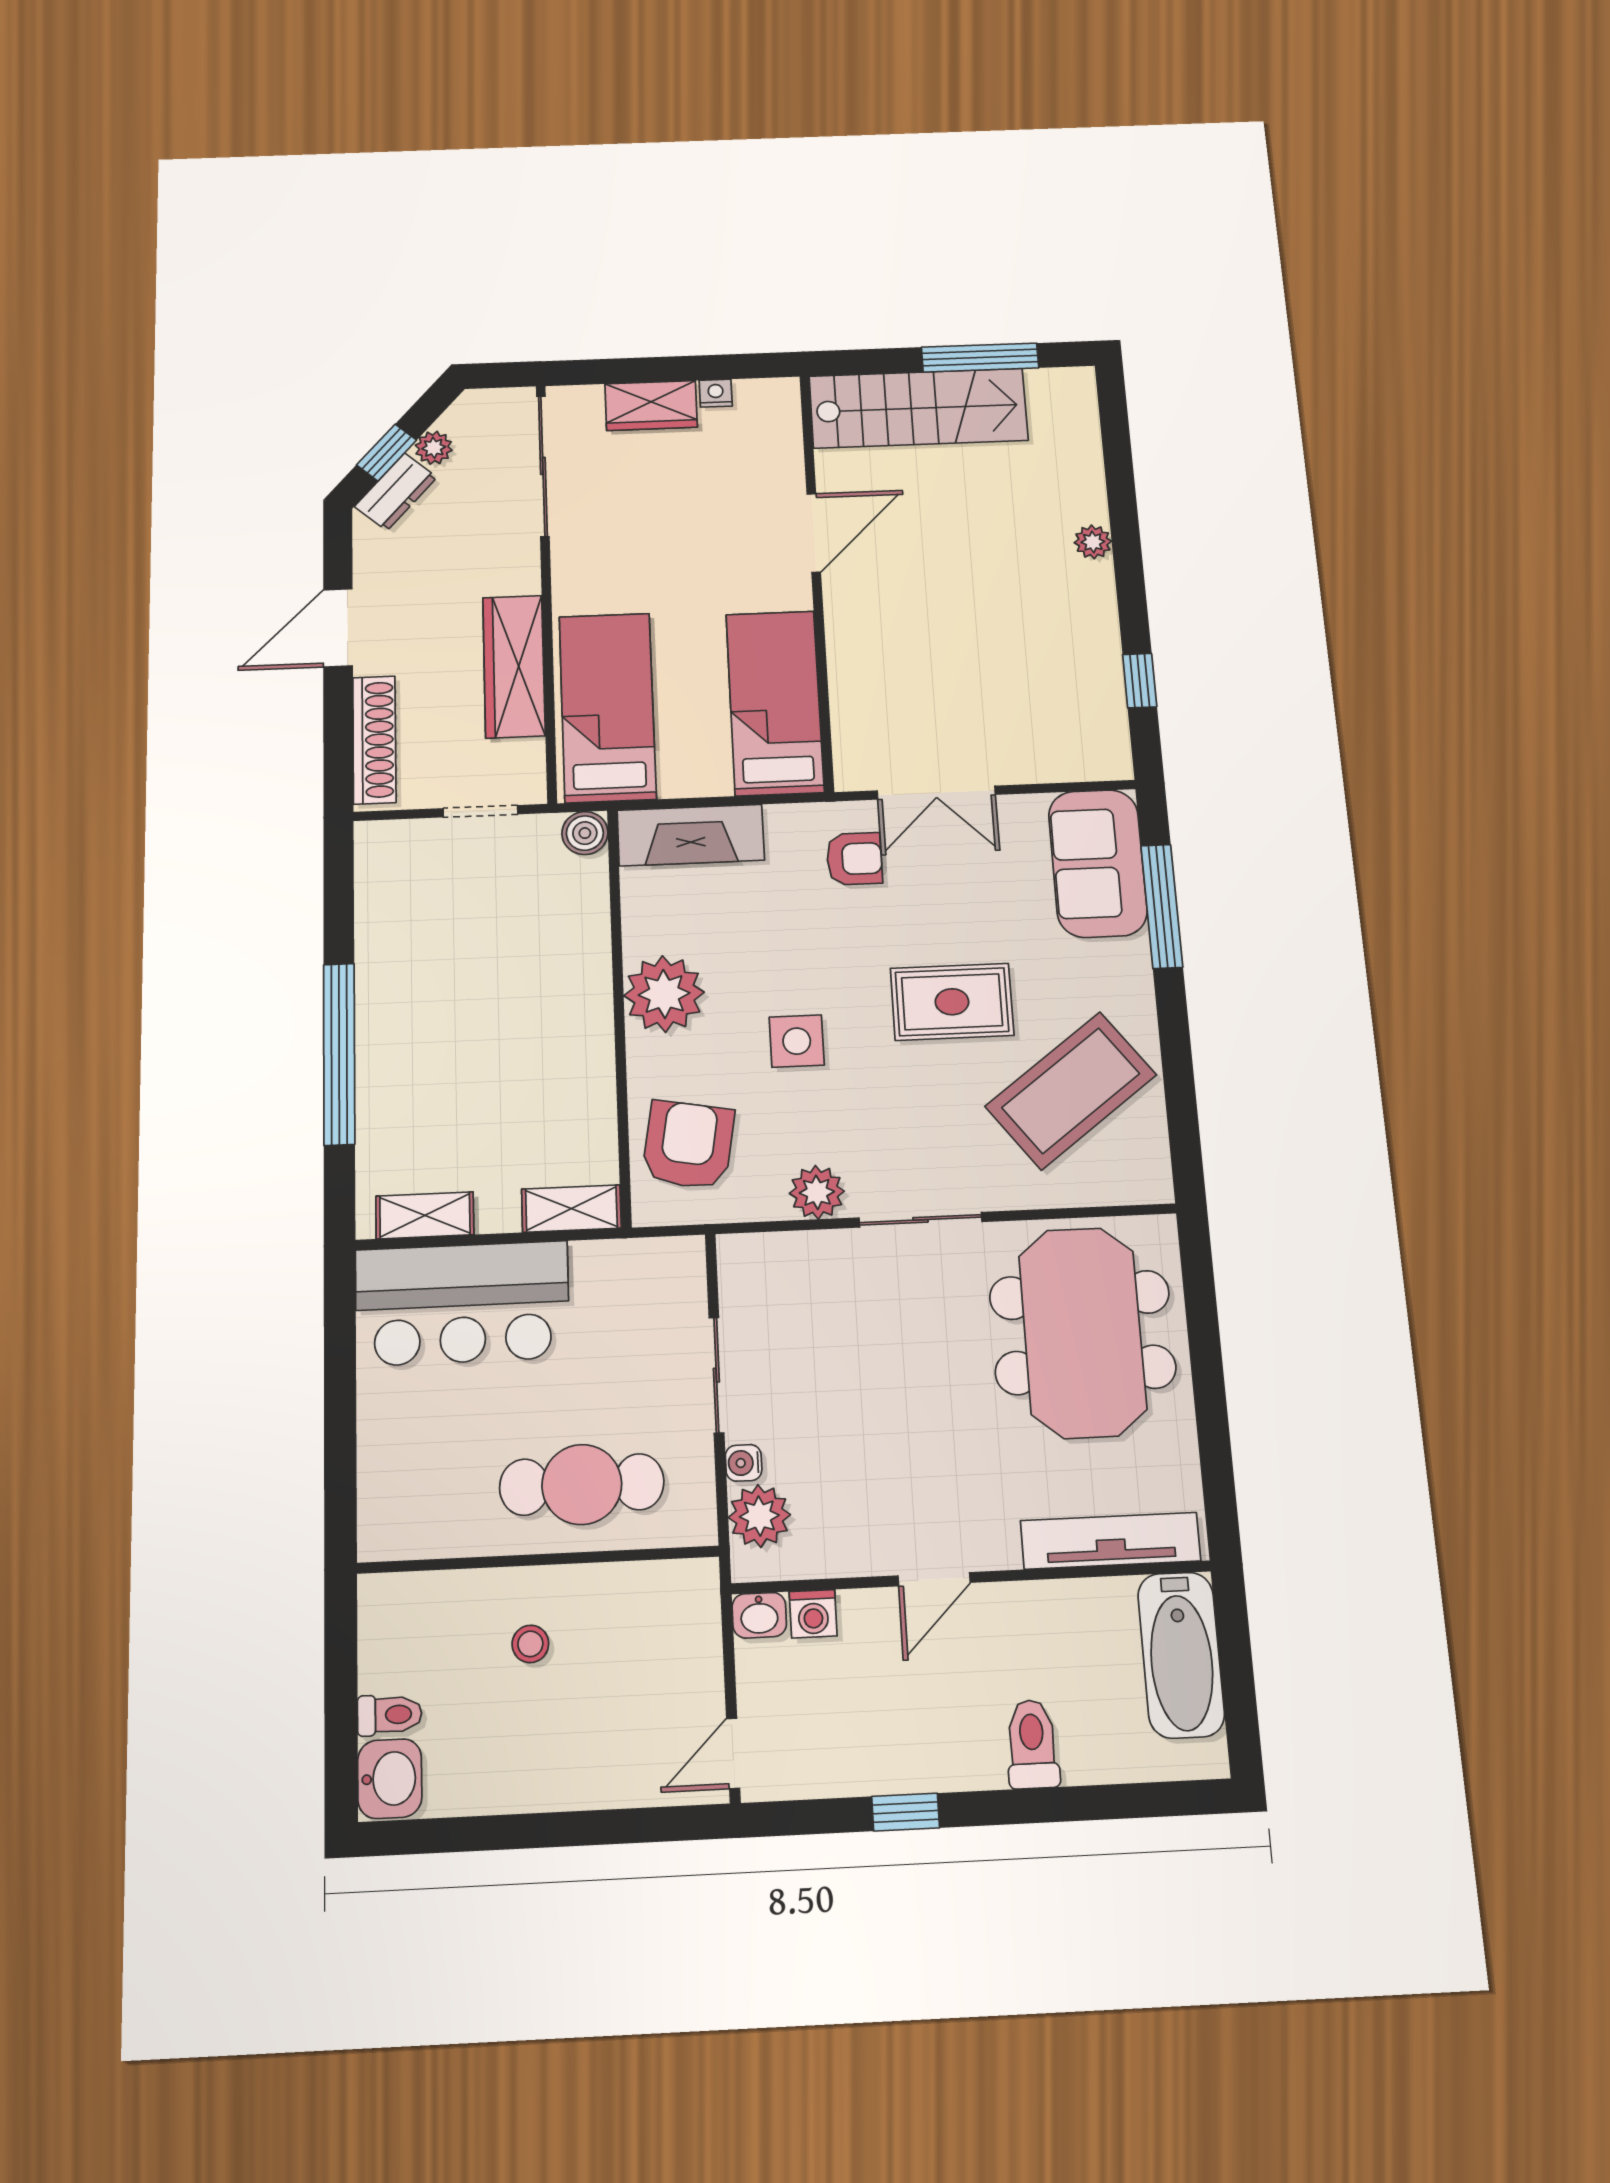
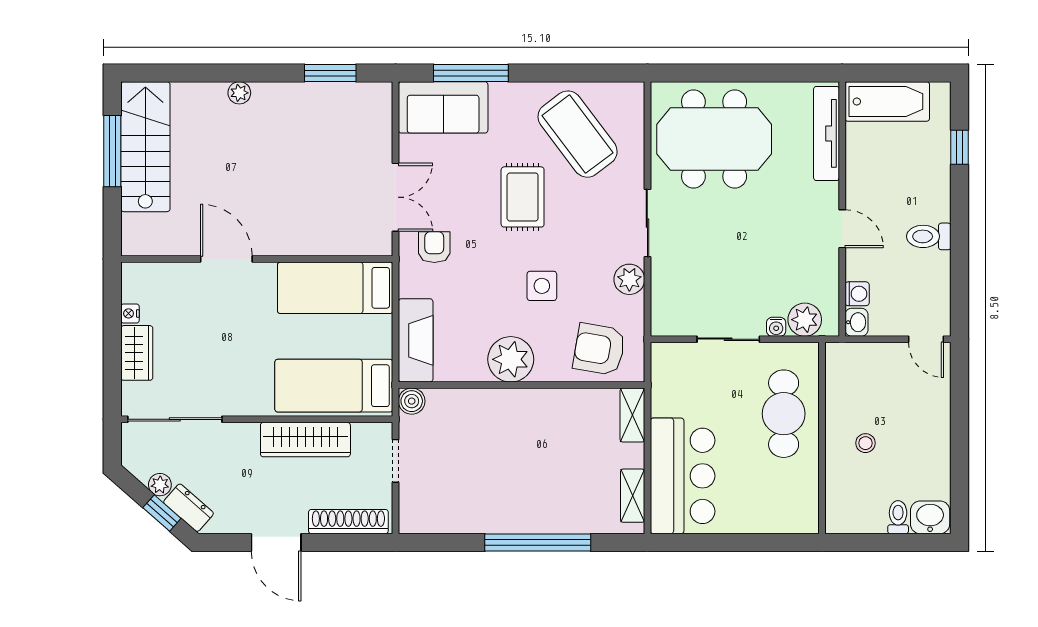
stairs: (918, 408) -> (145, 147), moved
window: (1140, 681) -> (330, 73), width x1.50
toilet: (1032, 1744) -> (929, 236), moved
window: (906, 1812) -> (960, 147), moved

